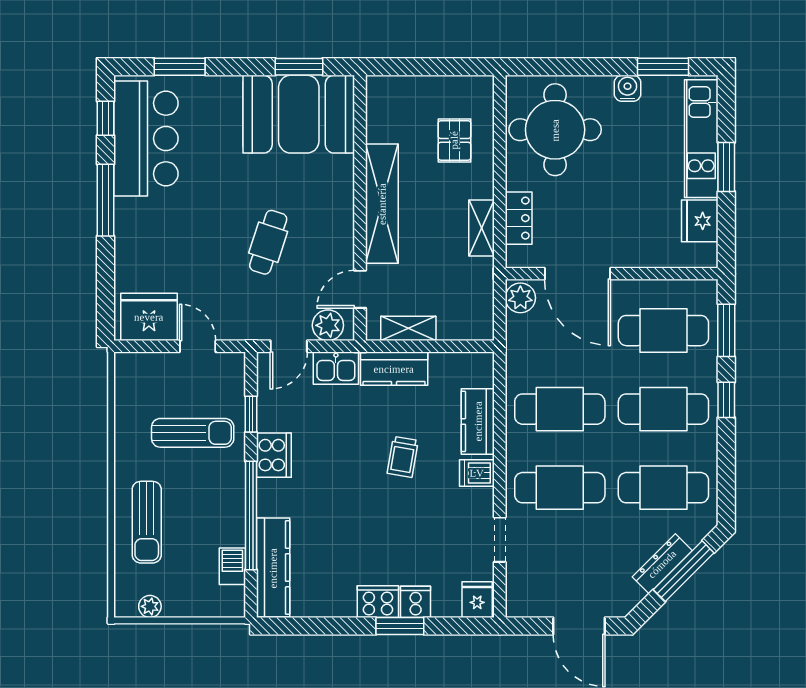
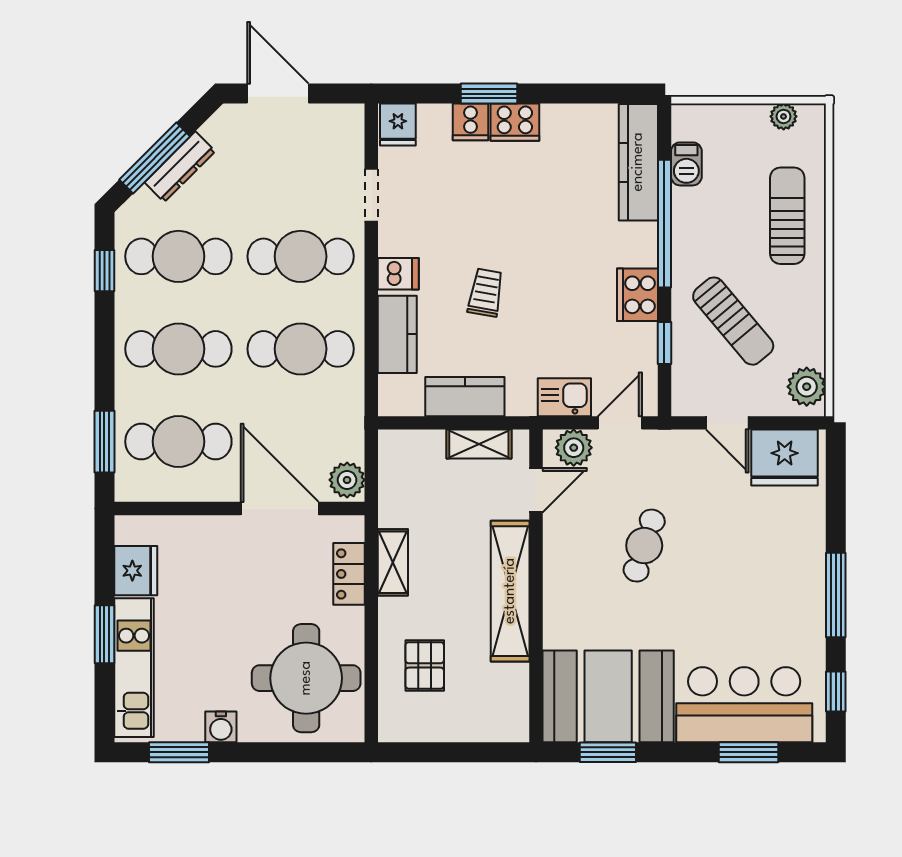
bar counter: (146, 139) -> (744, 705), moved, turned 90
kitchen counter: (394, 369) -> (465, 397), moved
plant: (130, 377) -> (807, 387), added
window: (726, 400) -> (104, 271), moved
sun lounger: (193, 433) -> (733, 321), turned -130

